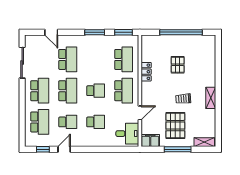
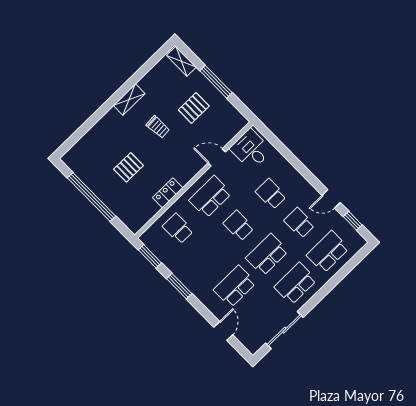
school desk: (124, 59) -> (178, 229), width x0.54
pallet: (175, 126) -> (194, 108), width x0.67, depth x0.71
filing cabinet: (150, 141) -> (235, 119), removed

